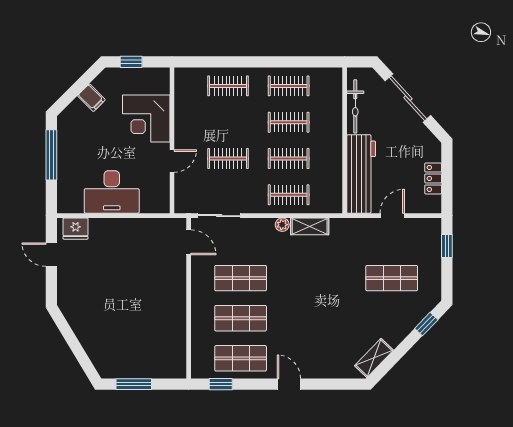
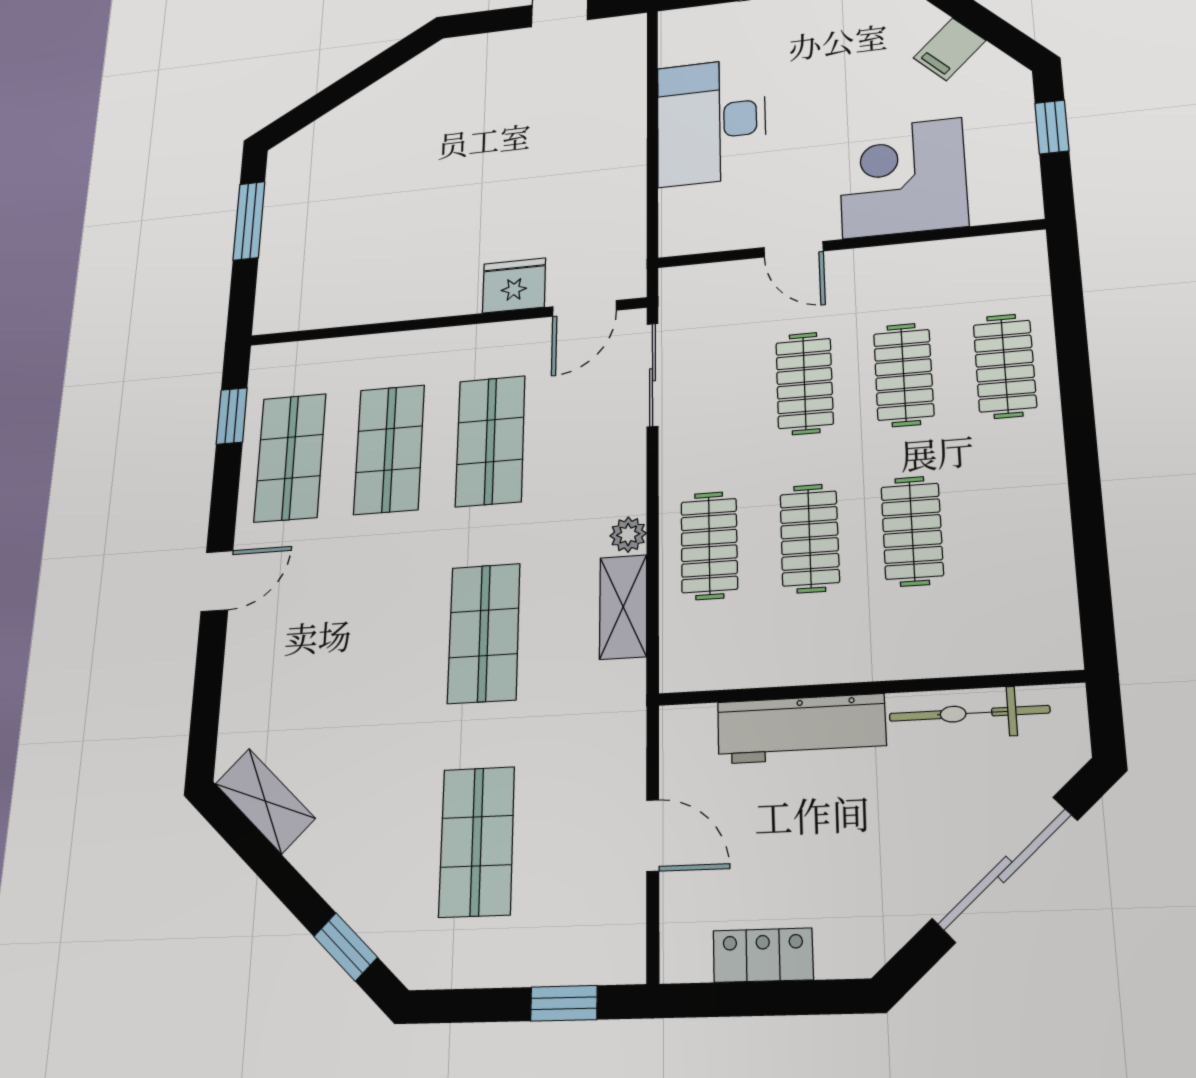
clothes rail: (289, 86) -> (904, 375), moved
workbench: (361, 174) -> (801, 729), width x0.73, depth x0.76
fridge: (76, 229) -> (514, 285), moved, turned 90
shop shelf: (316, 278) -> (484, 633), added

